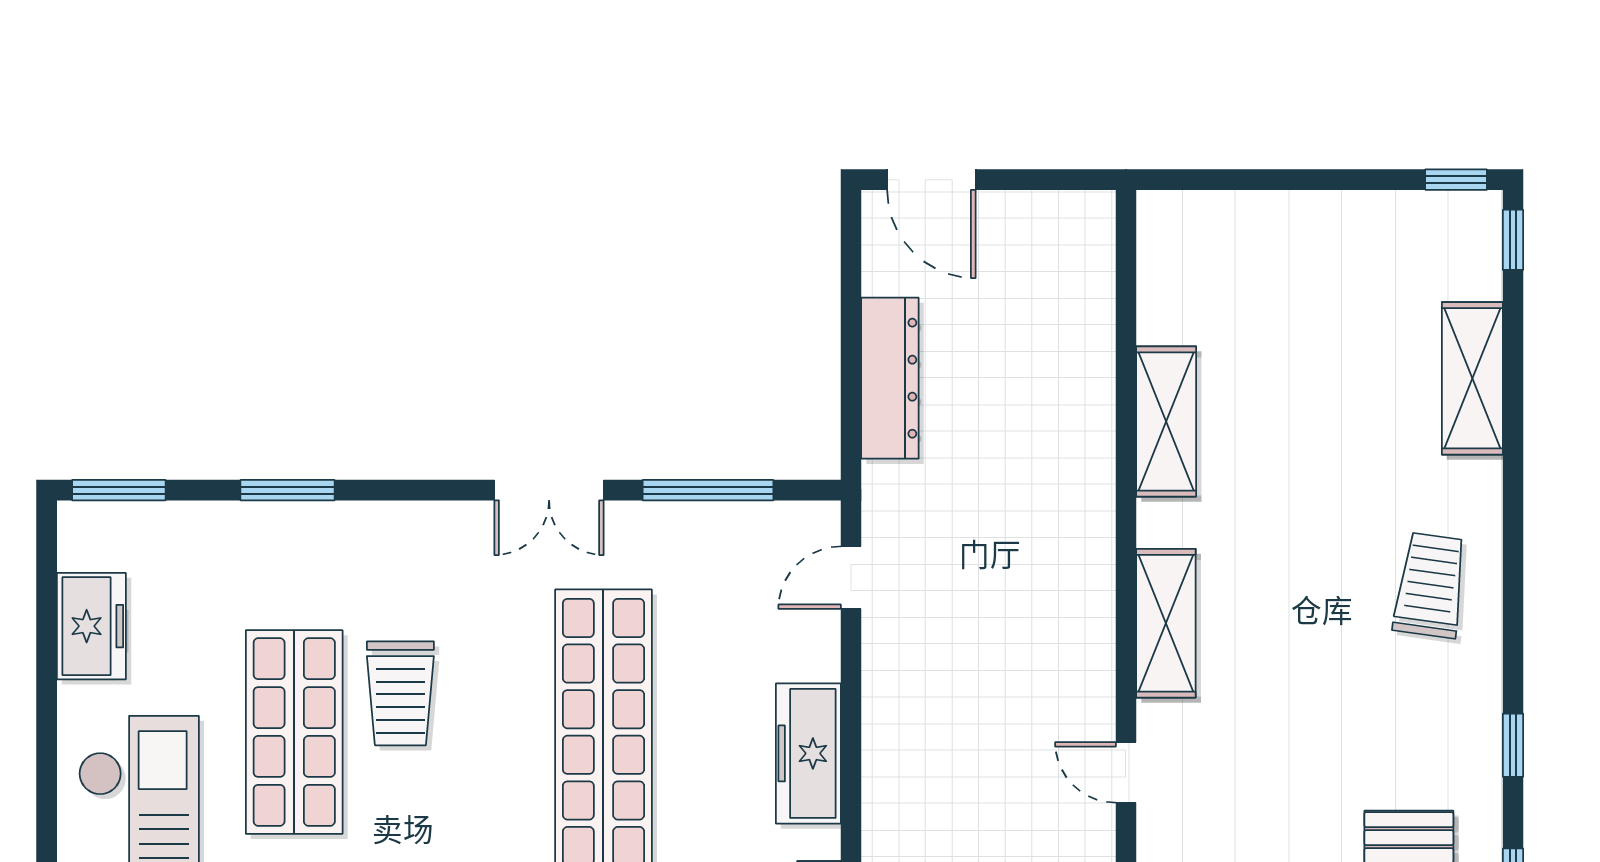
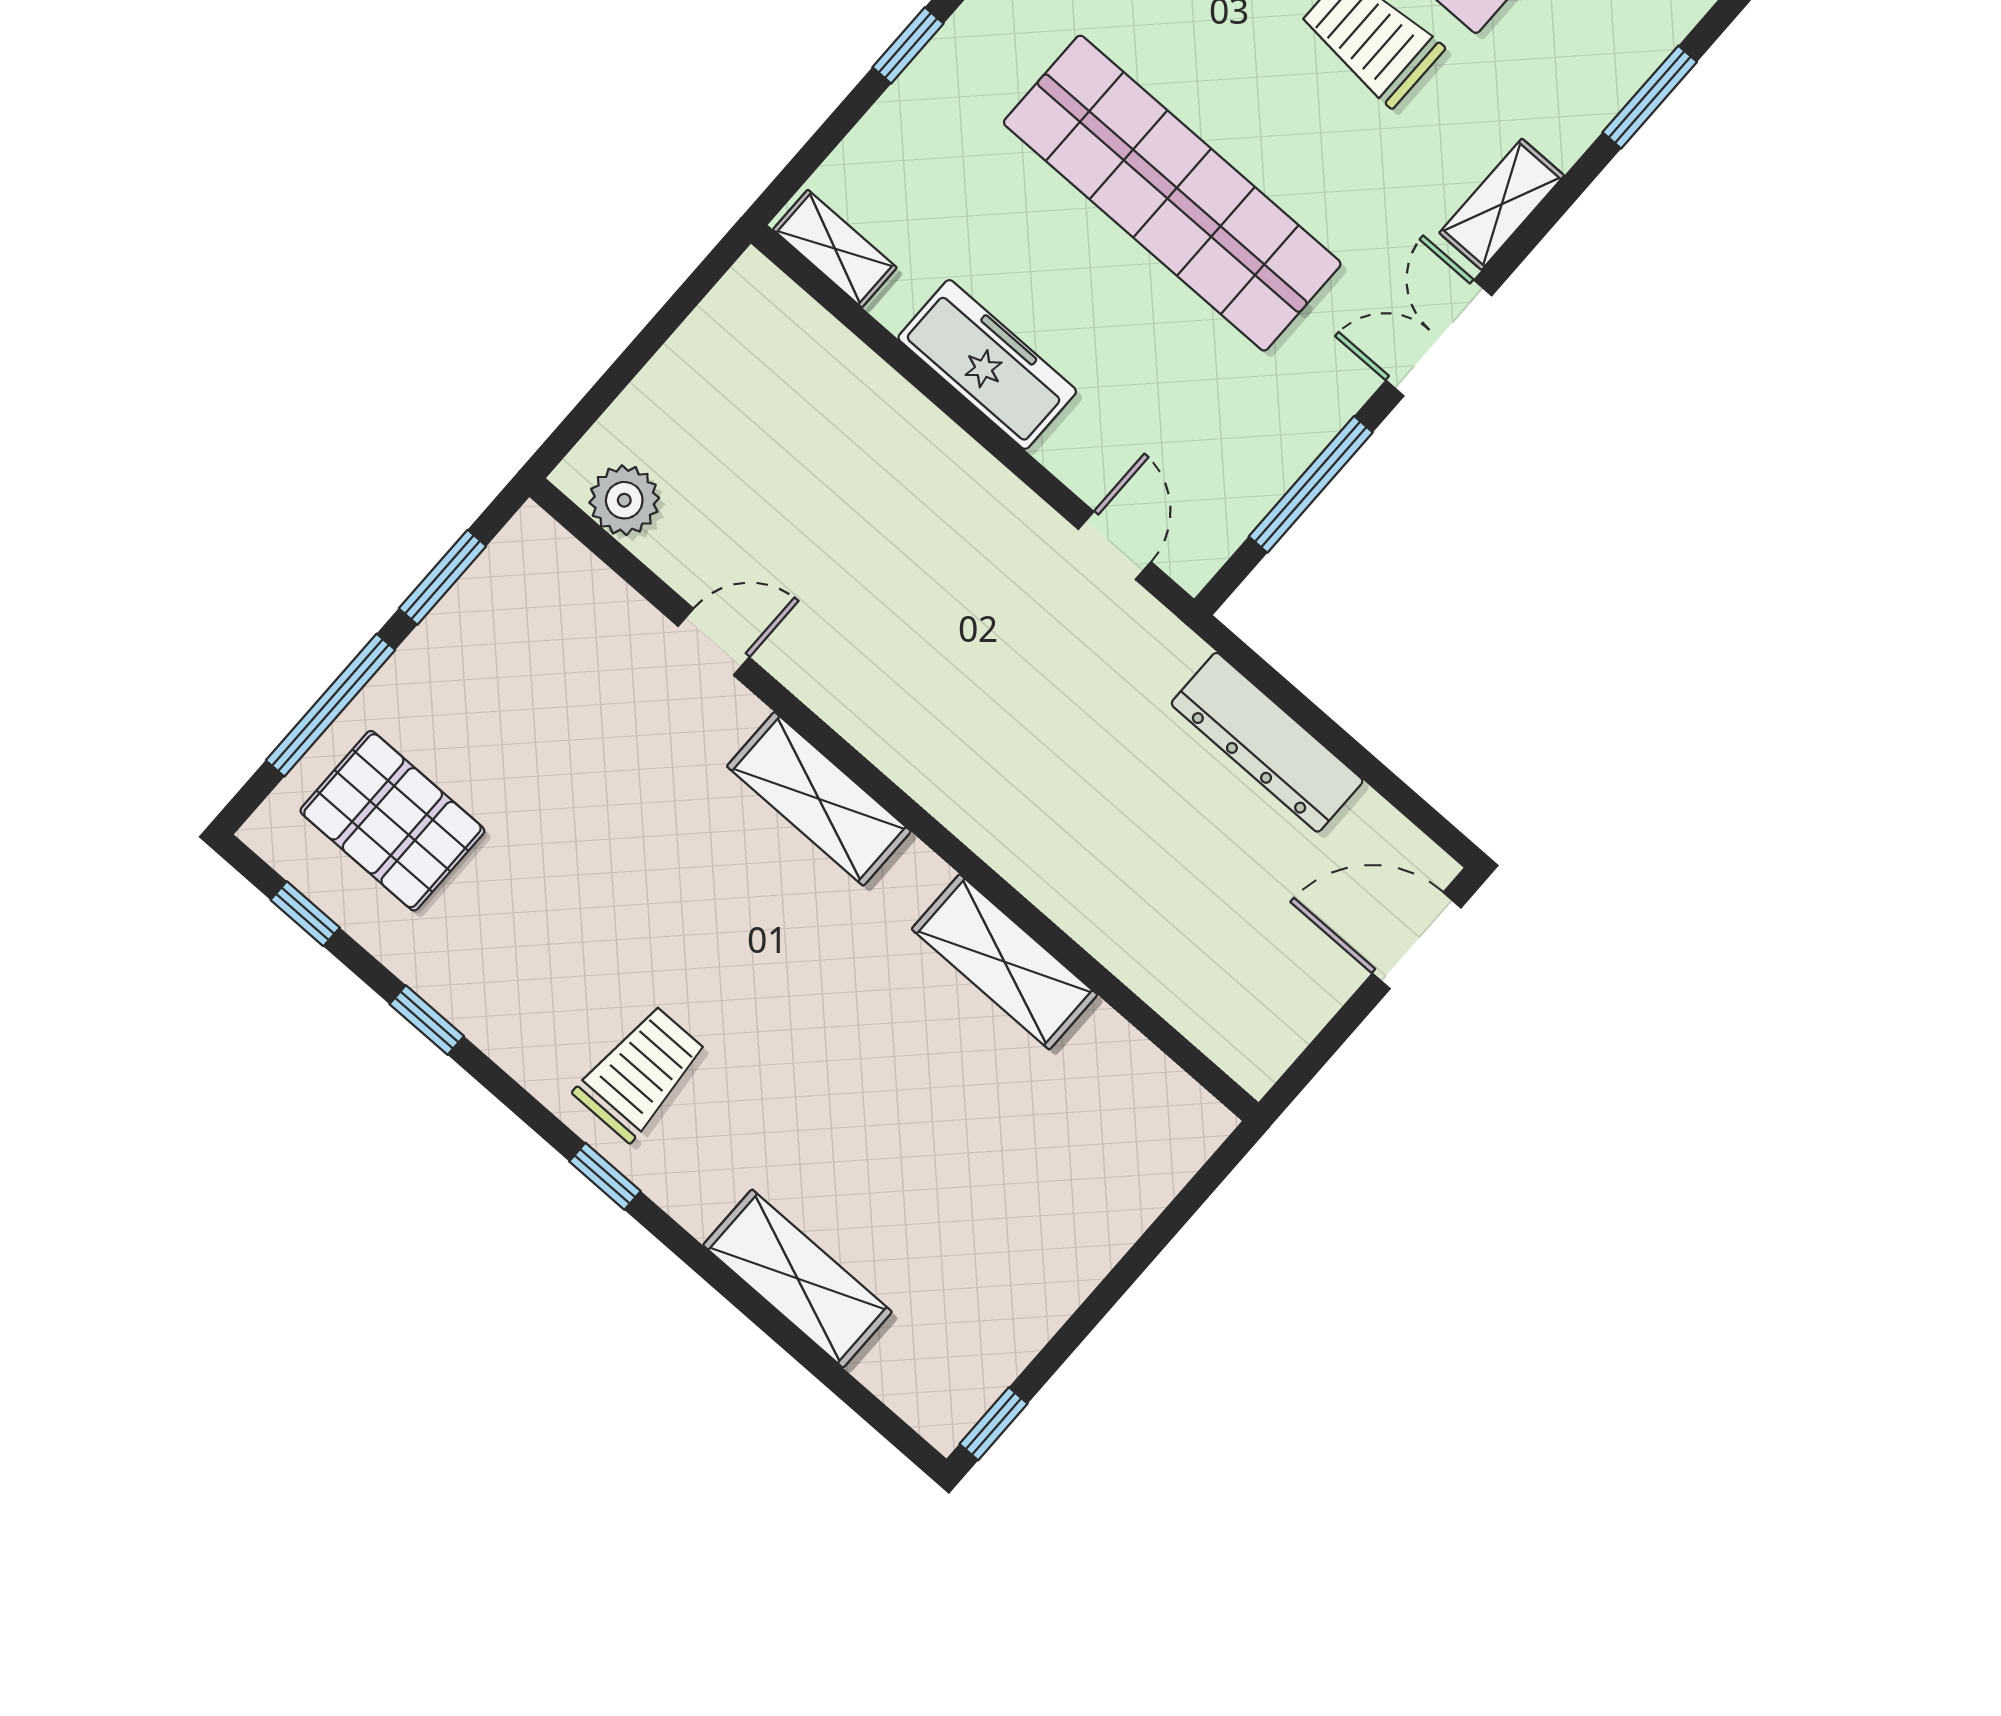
window: (1513, 240) -> (605, 1176), moved
shelving: (433, 523) -> (1502, 204), added
trolley: (1430, 585) -> (640, 1073), turned -98

